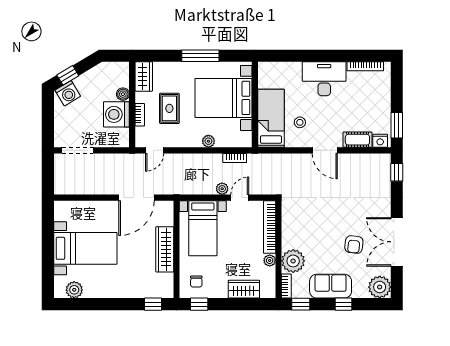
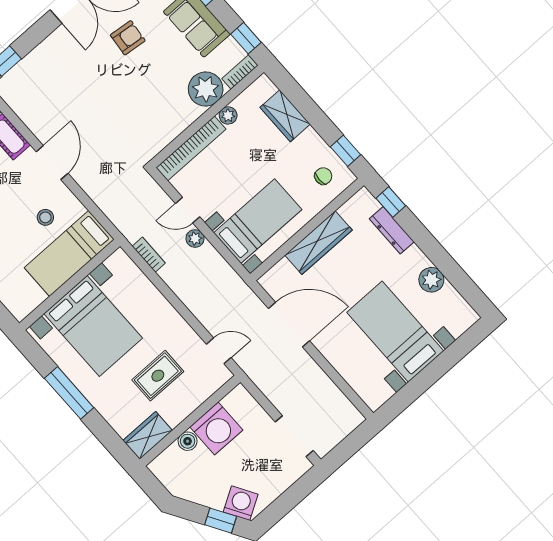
bookcase: (140, 115) -> (194, 402), removed
plant: (208, 141) -> (156, 300), removed
plant: (74, 290) -> (431, 280), moved
dresser: (138, 292) -> (392, 230), added

